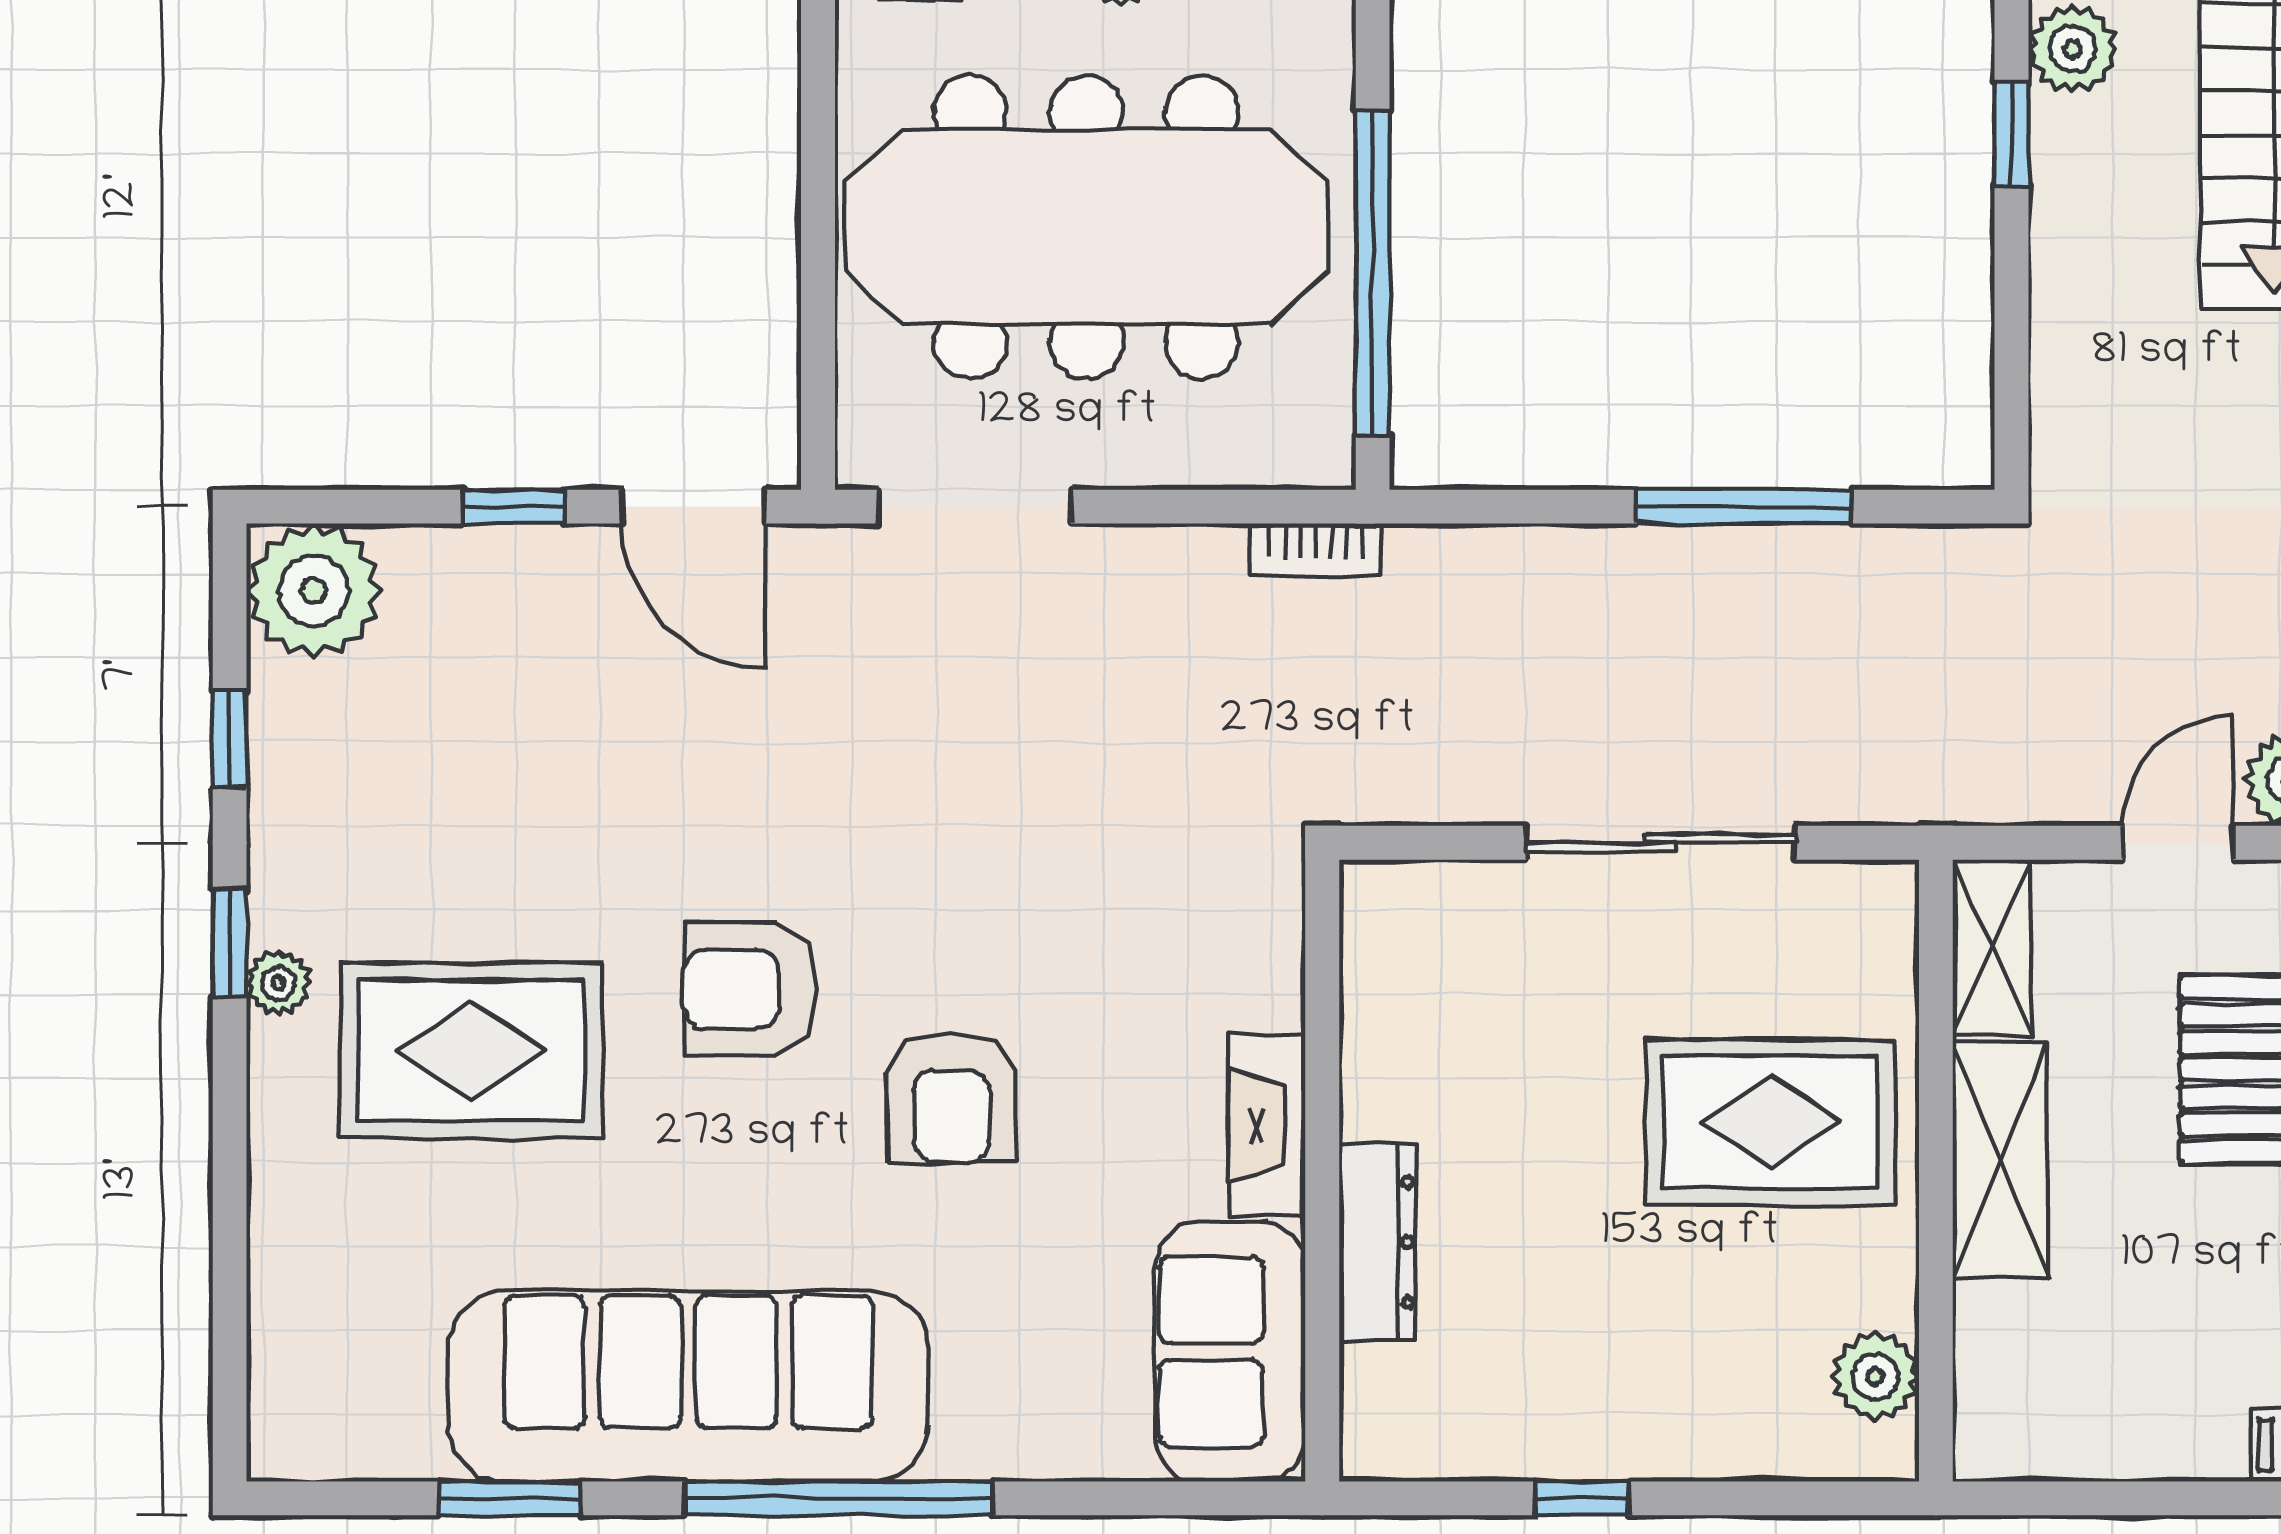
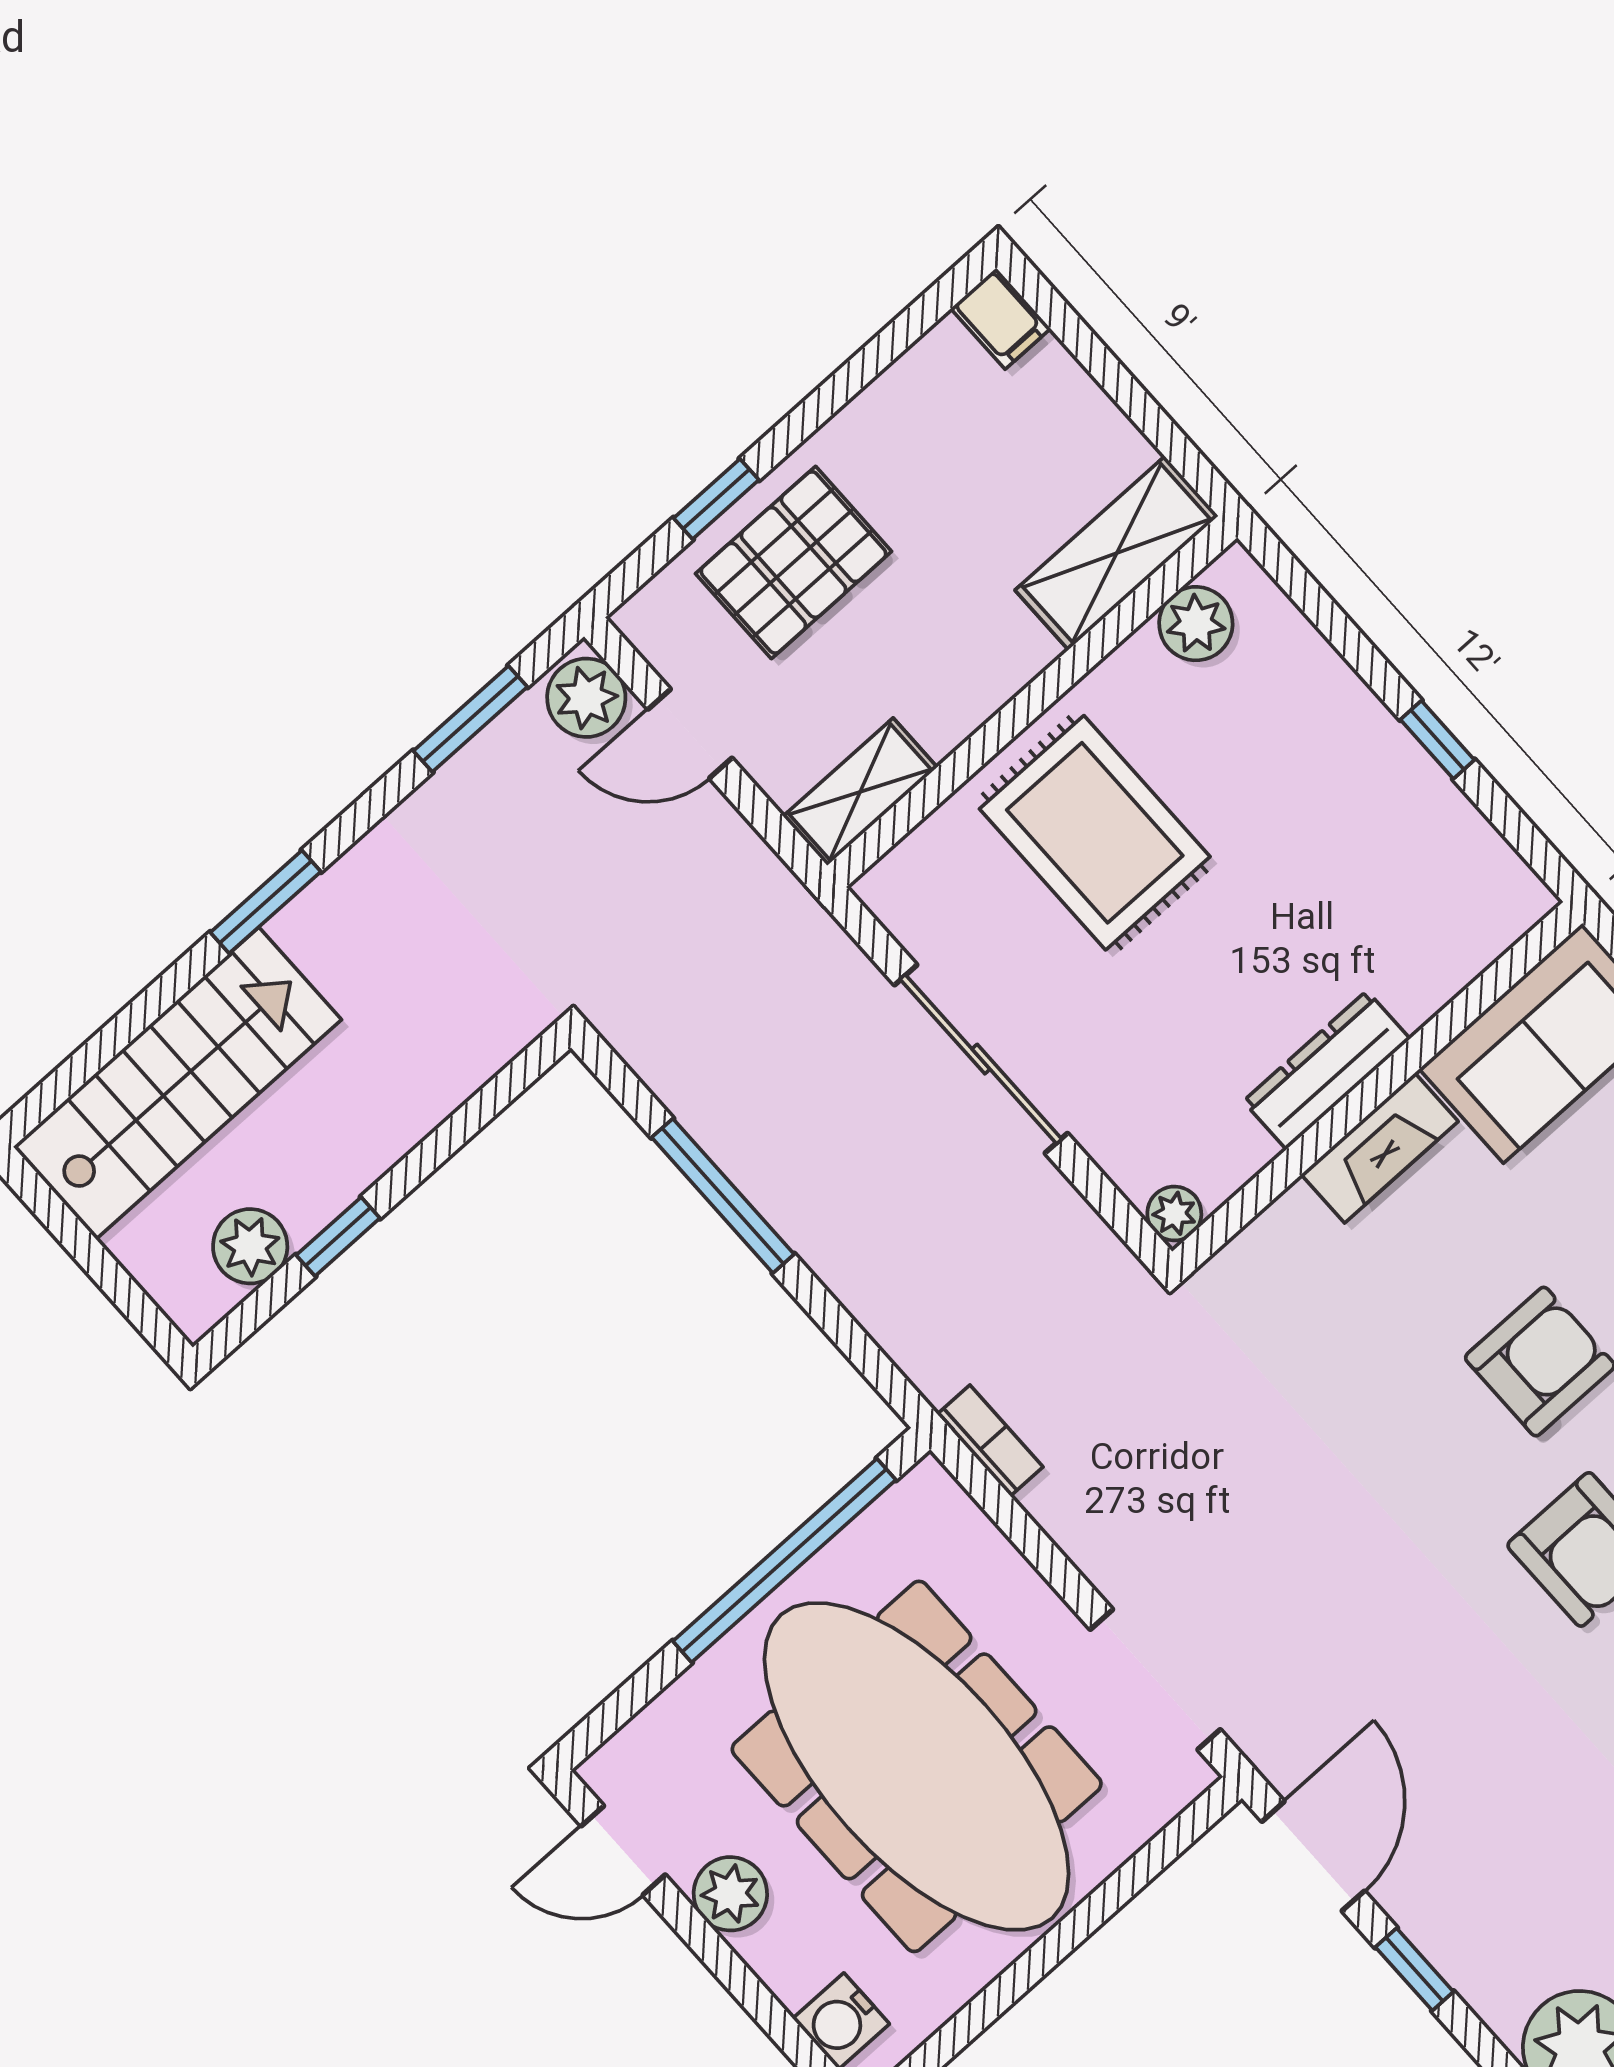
plant: (1371, 892) -> (1174, 1214), added
shelving: (2000, 1161) -> (1117, 553), moved
dresser: (1378, 1242) -> (1327, 1070), moved

